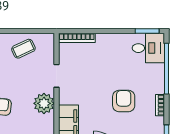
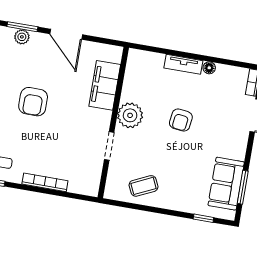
bookcase: (77, 38) -> (45, 182), moved

